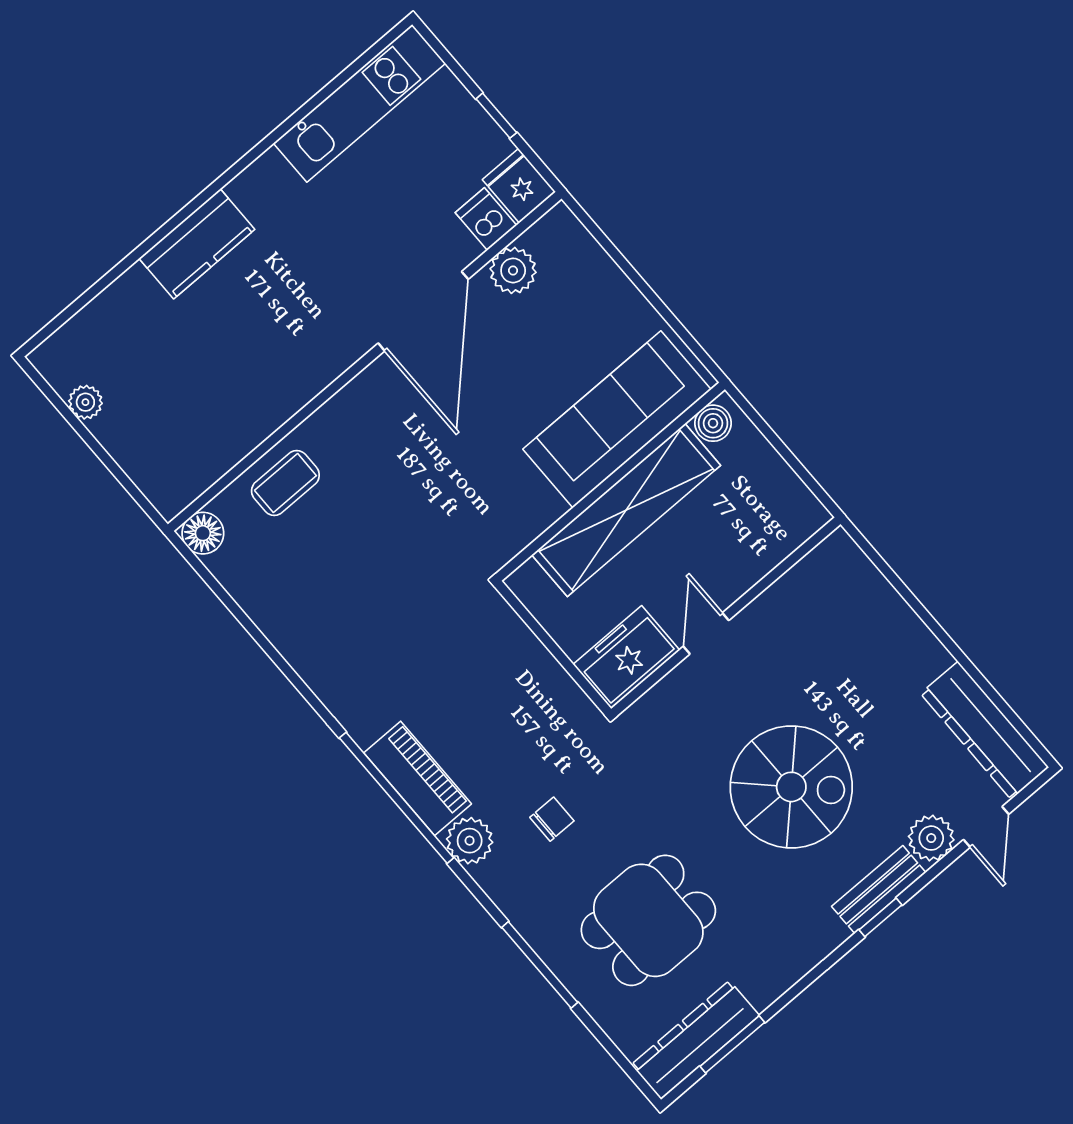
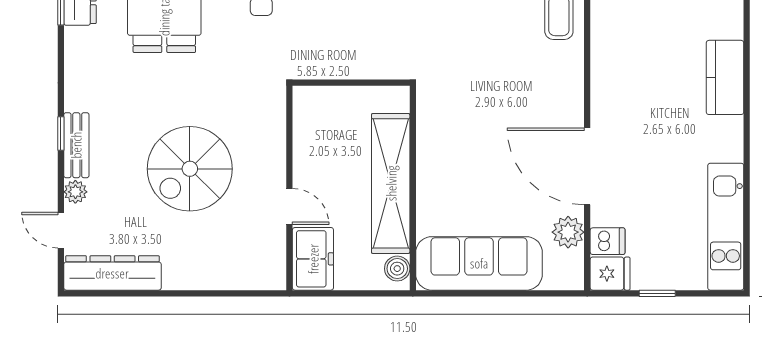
sofa: (617, 419) -> (479, 263), moved, turned -90
door: (706, 633) -> (289, 206), moved
freezer: (626, 657) -> (313, 259), moved
spiral stairs: (791, 787) -> (190, 169), moved
plant: (931, 838) -> (75, 192), width x0.73, depth x0.73

